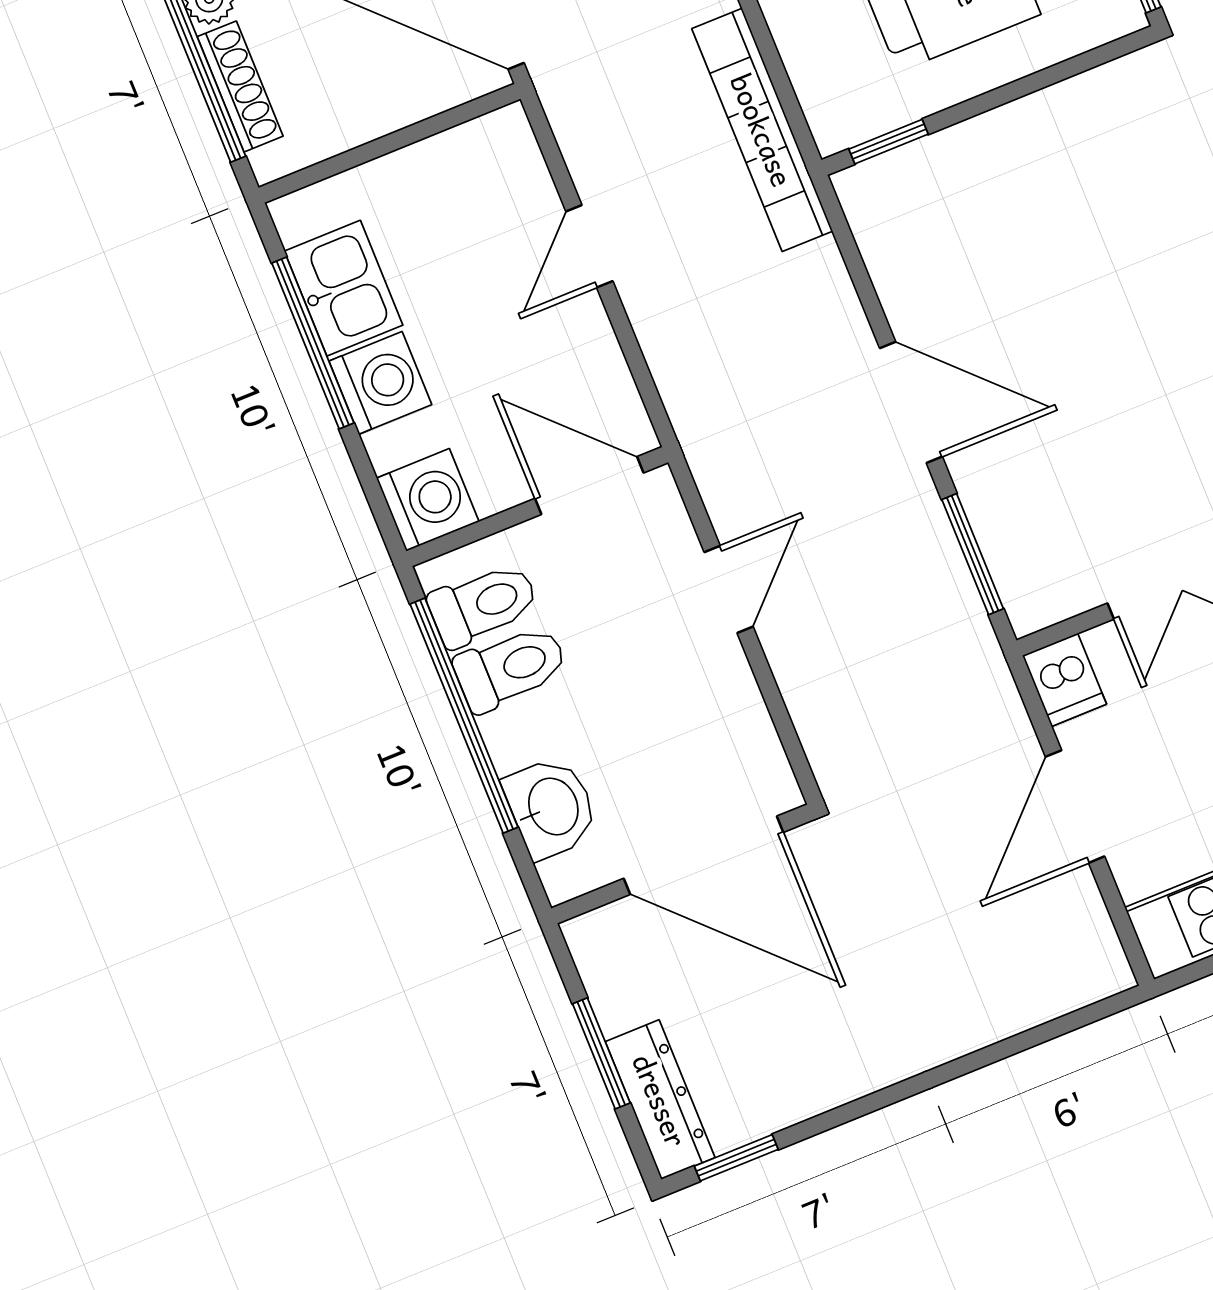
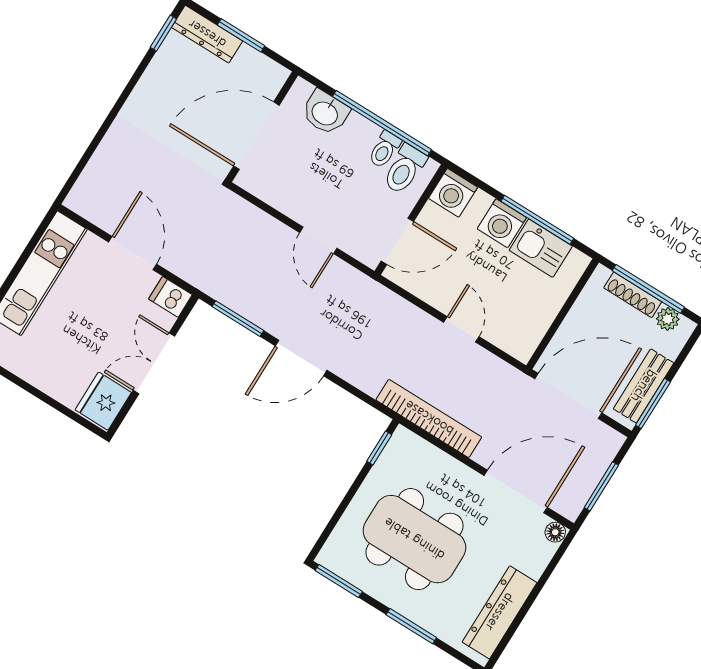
toilet: (511, 668) -> (384, 150), width x0.73, depth x0.72

